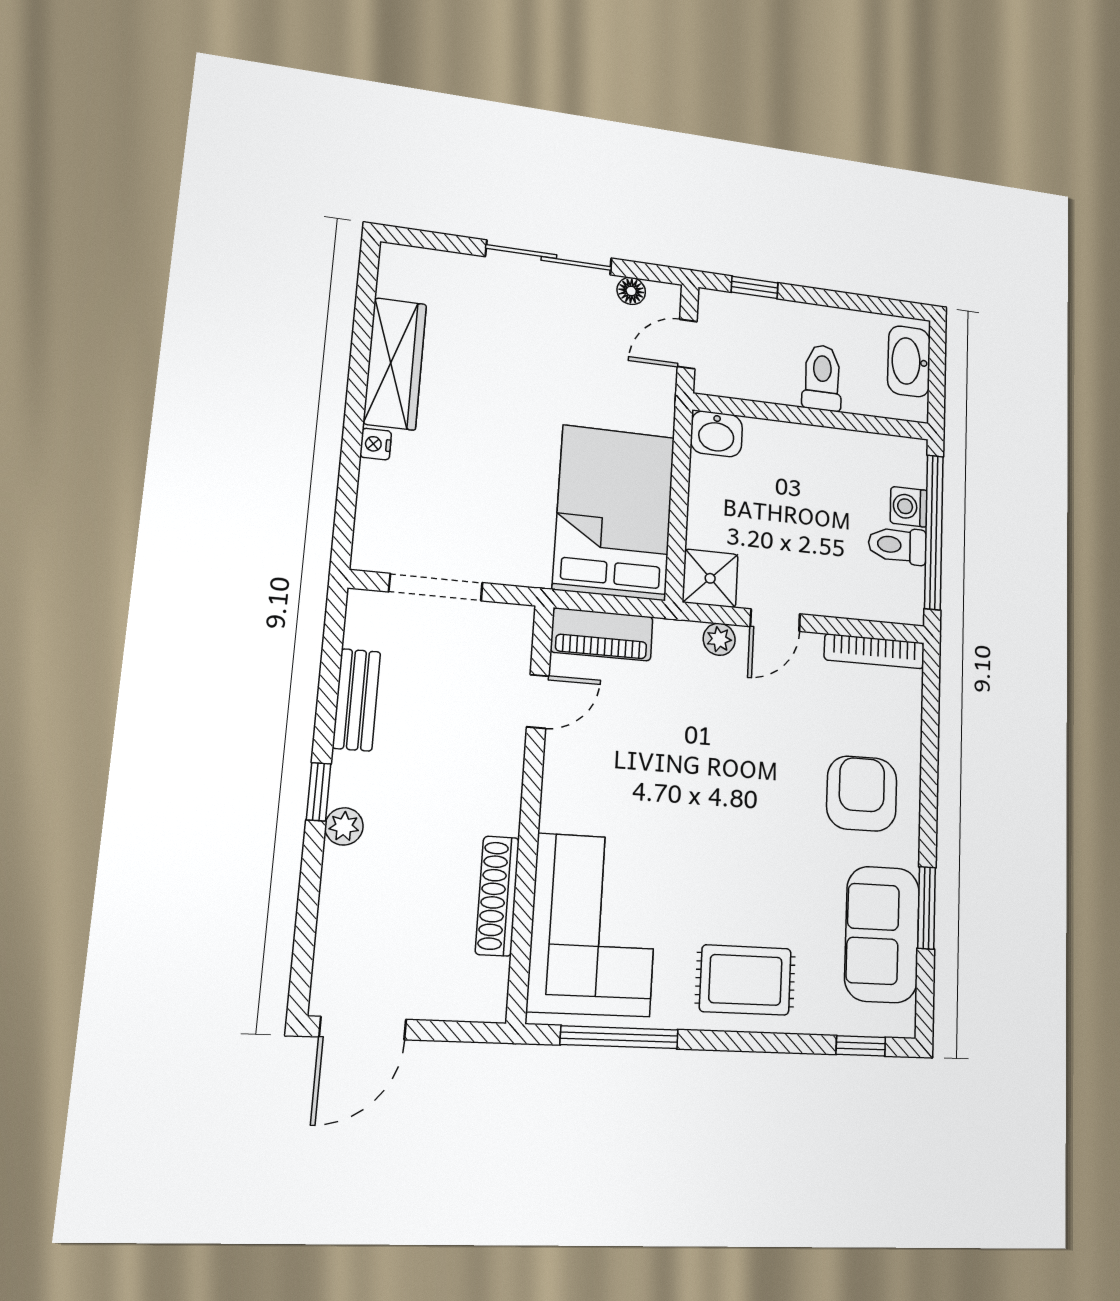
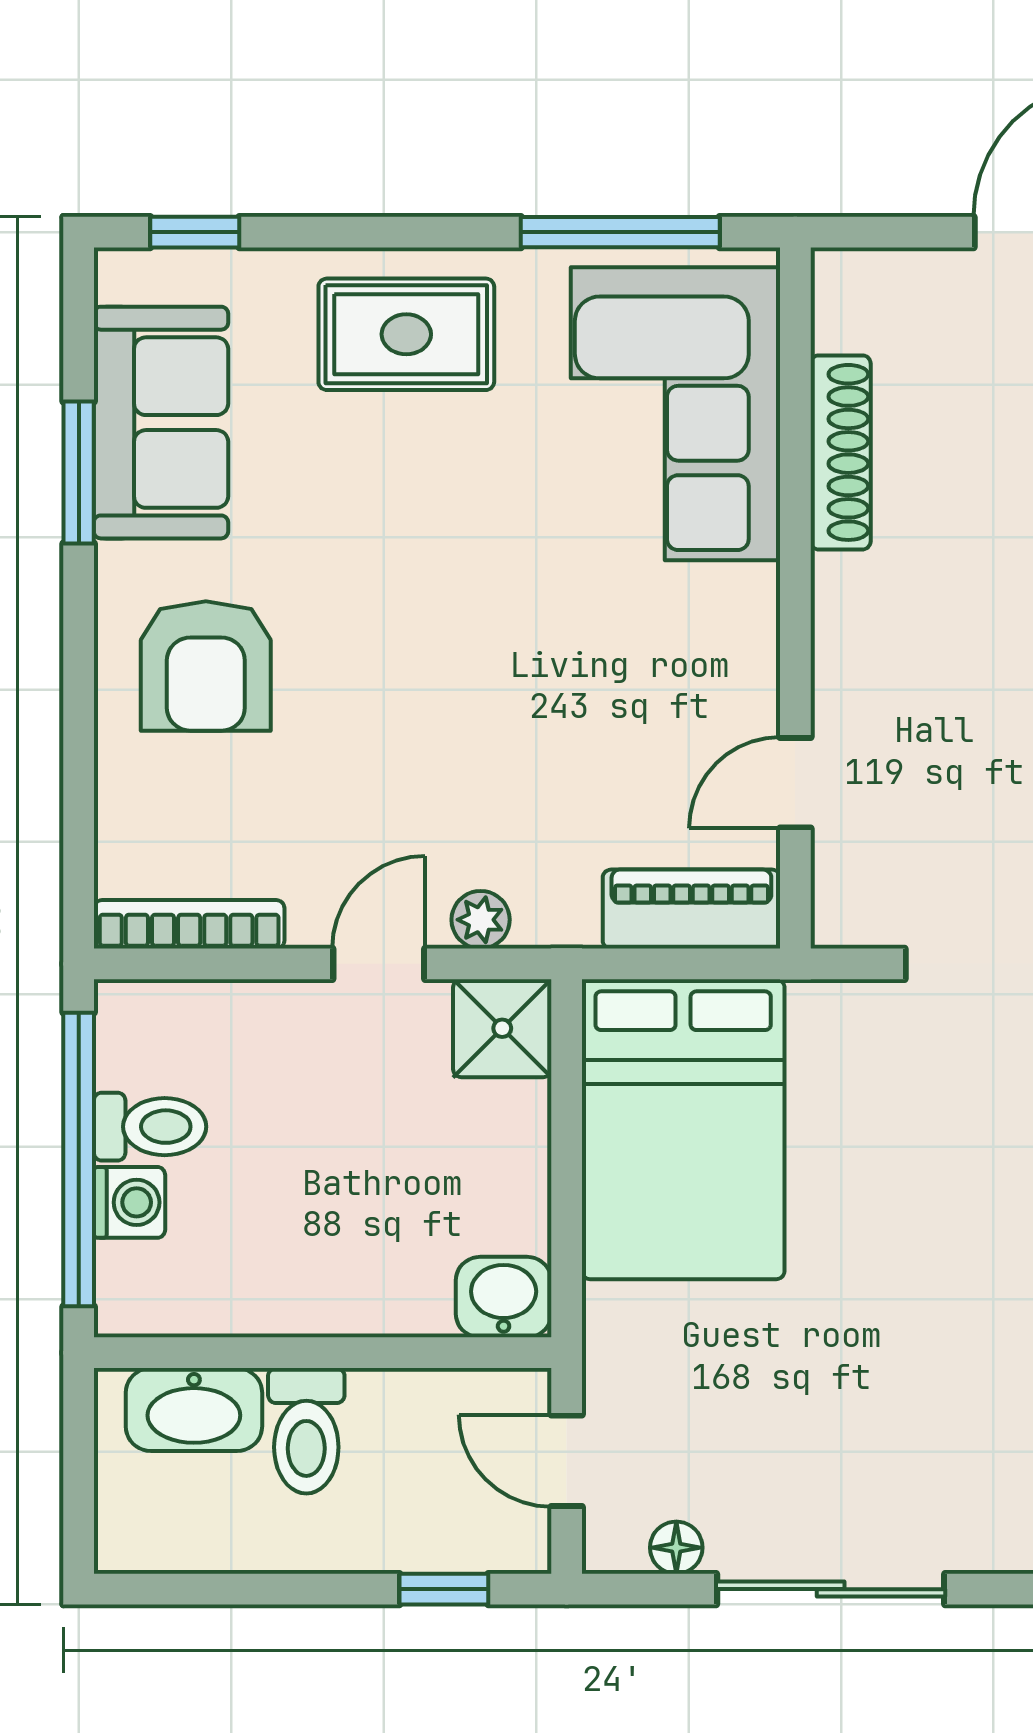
door: (687, 344) -> (567, 1461), swing flipped
washbasin: (909, 361) -> (194, 1410), moved, turned 90

